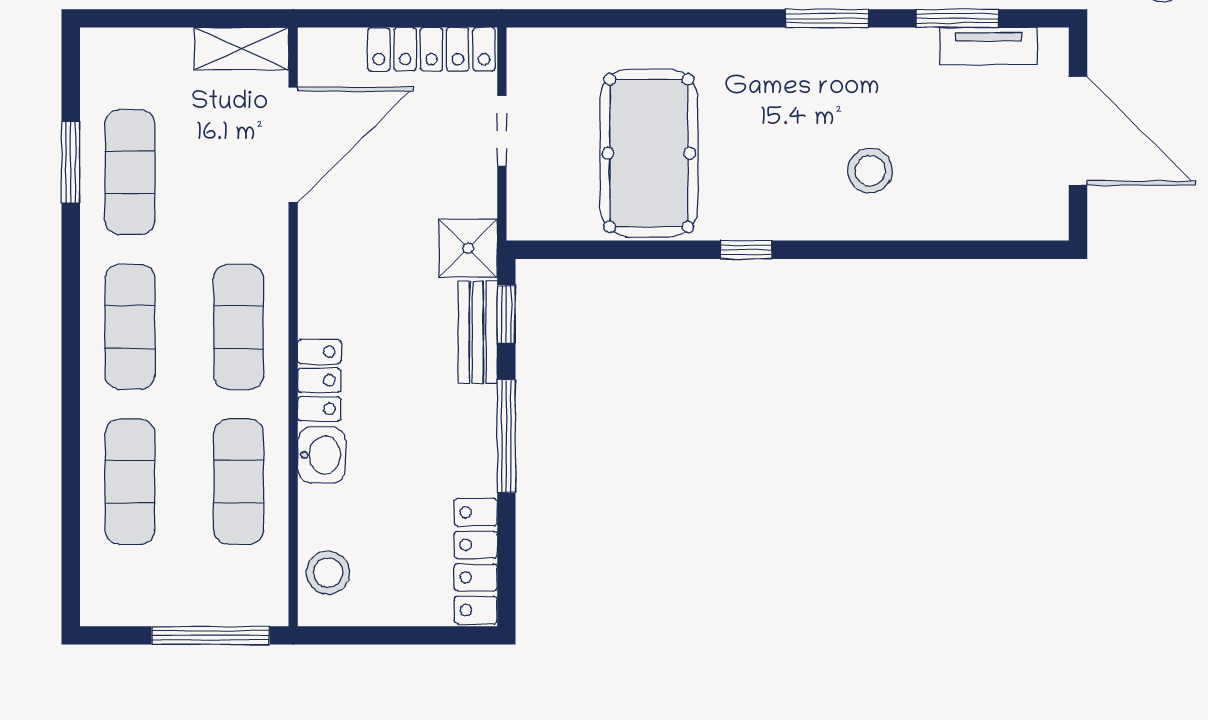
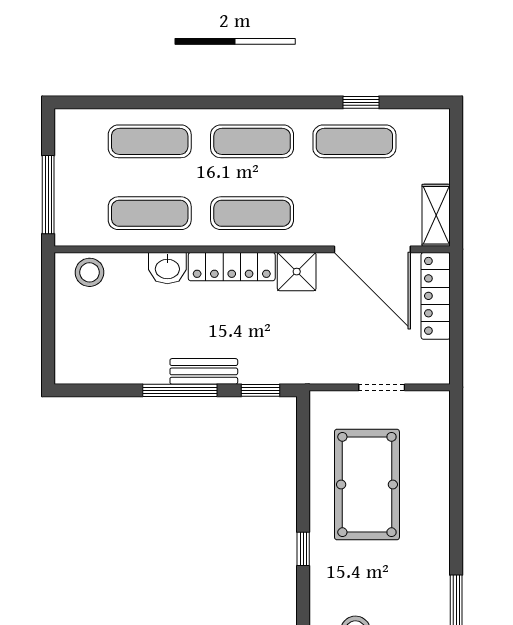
locker: (431, 49) -> (436, 296), moved
pool table: (649, 153) -> (367, 485), turned 90
window: (71, 162) -> (361, 102), width x0.67
shower: (468, 248) -> (297, 272), moved
bench: (478, 332) -> (204, 371), moved
locker: (319, 380) -> (232, 267), width x1.53
locker: (476, 561) -> (97, 370), removed

